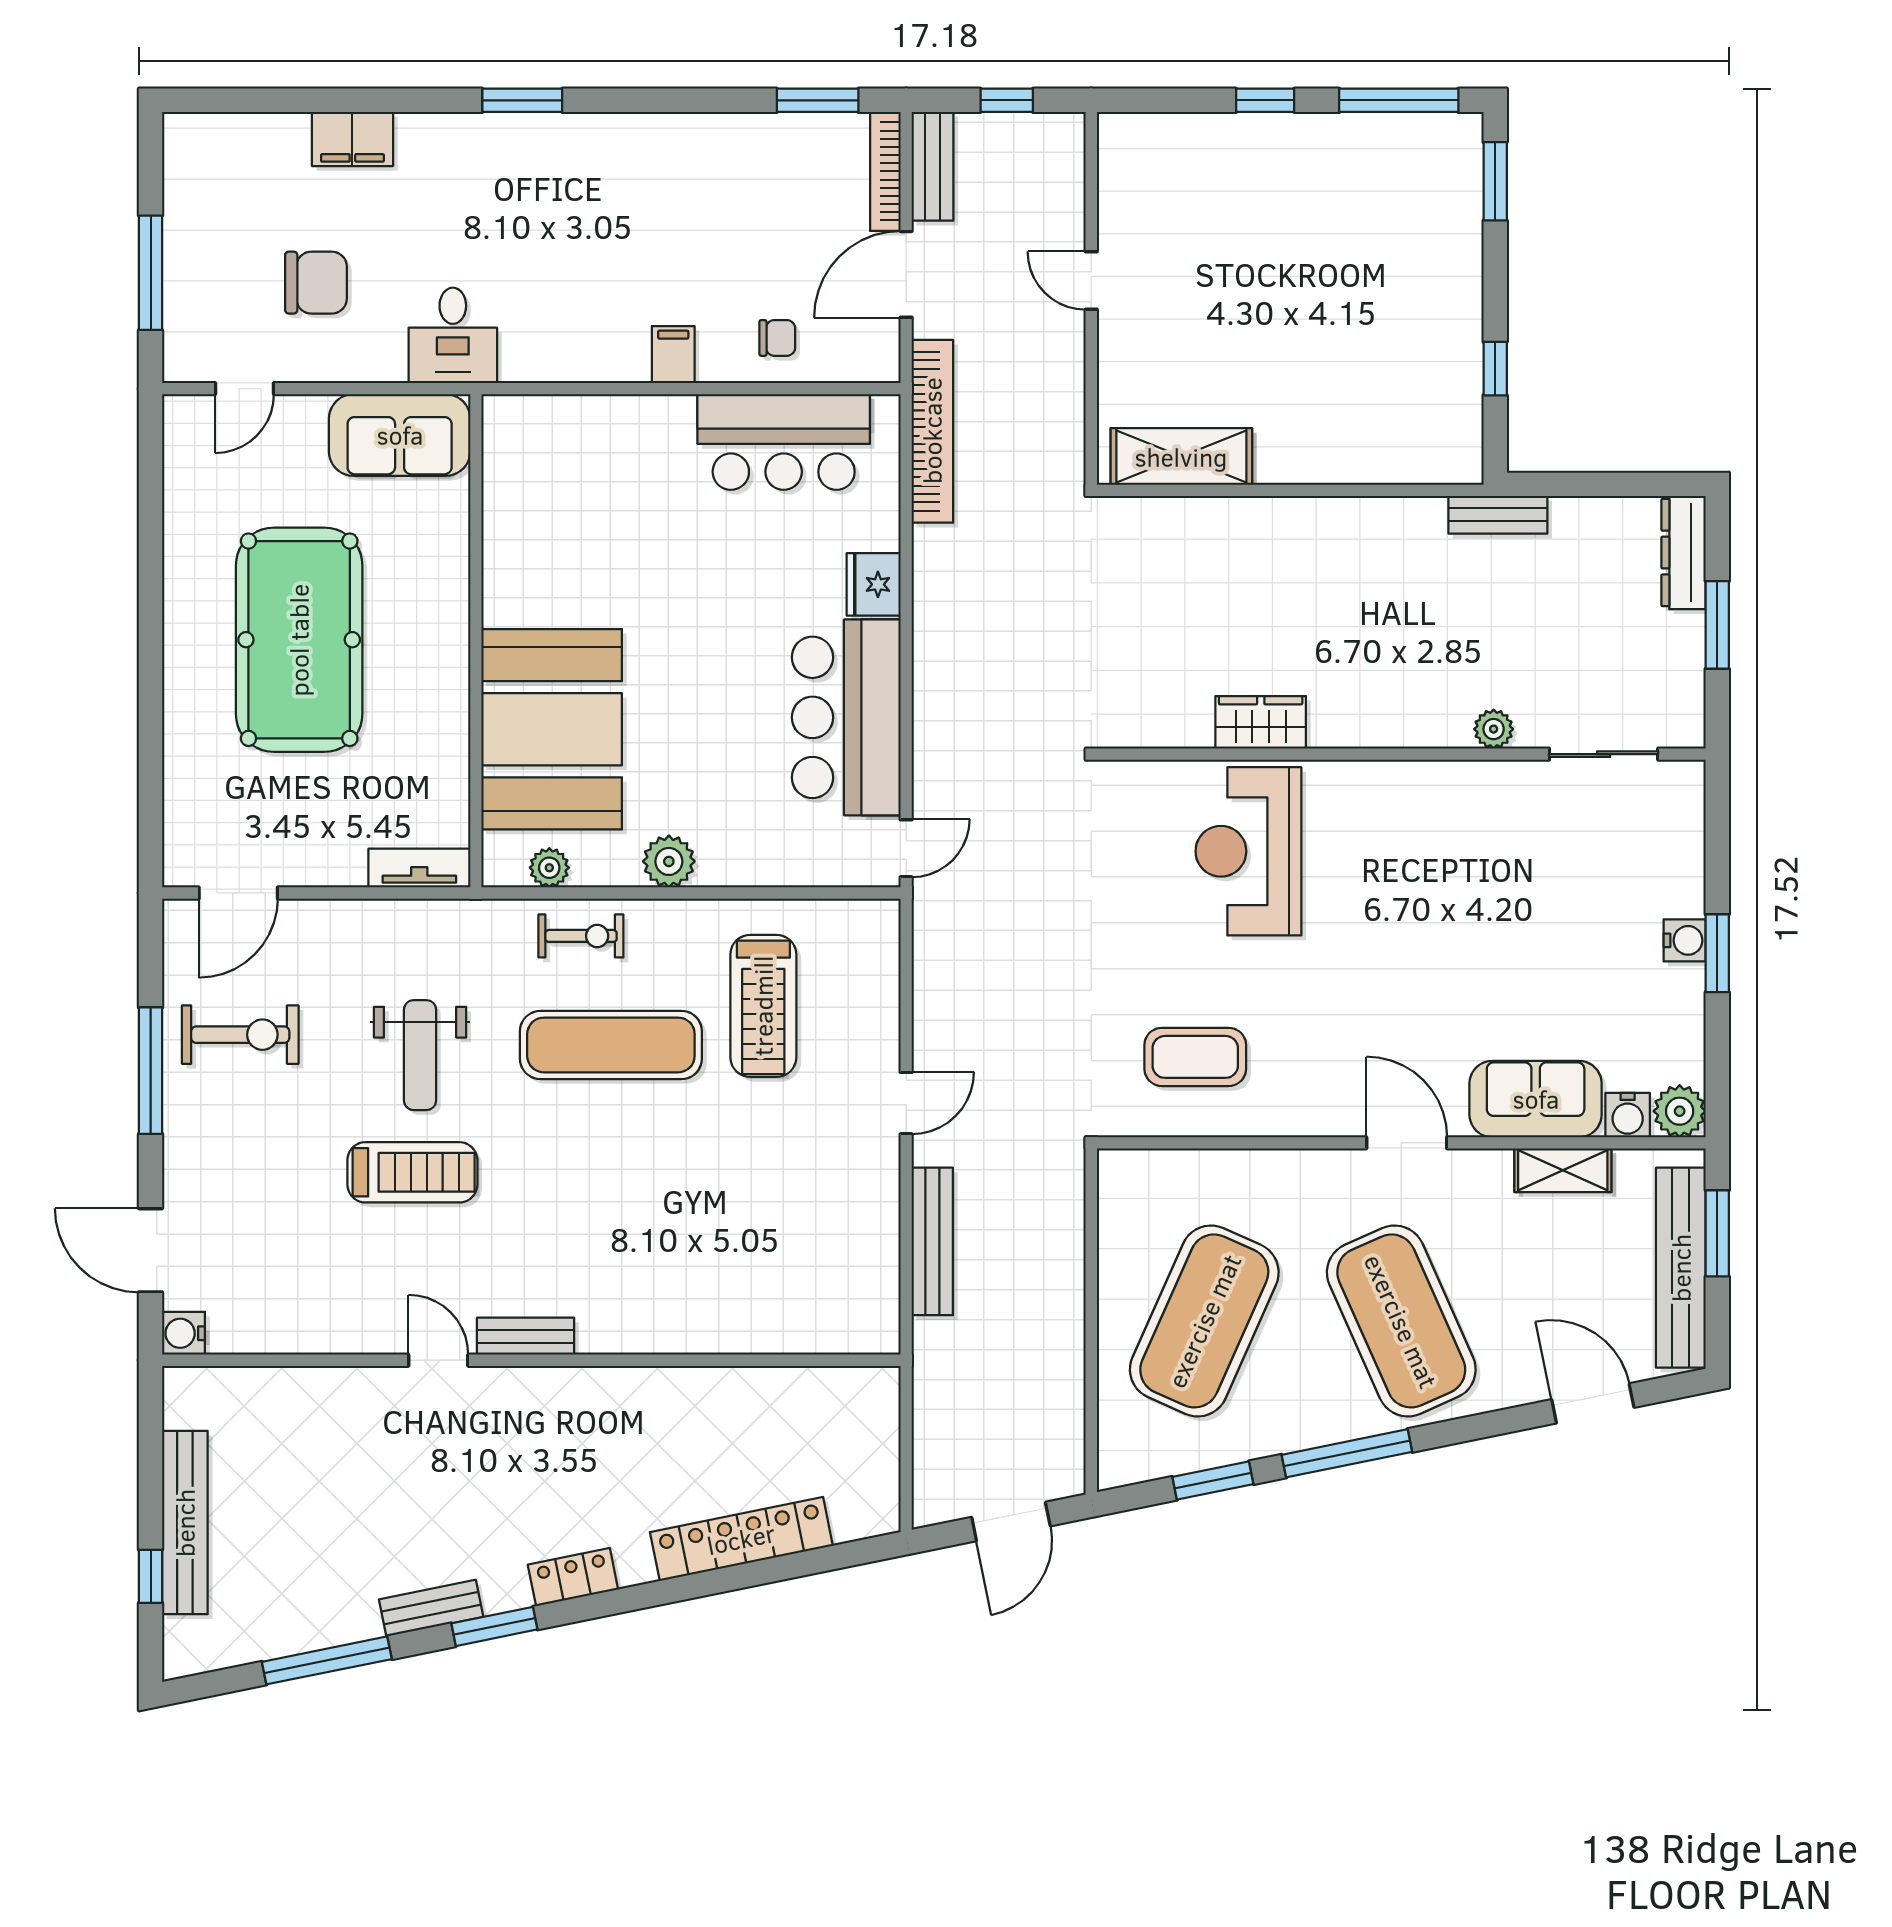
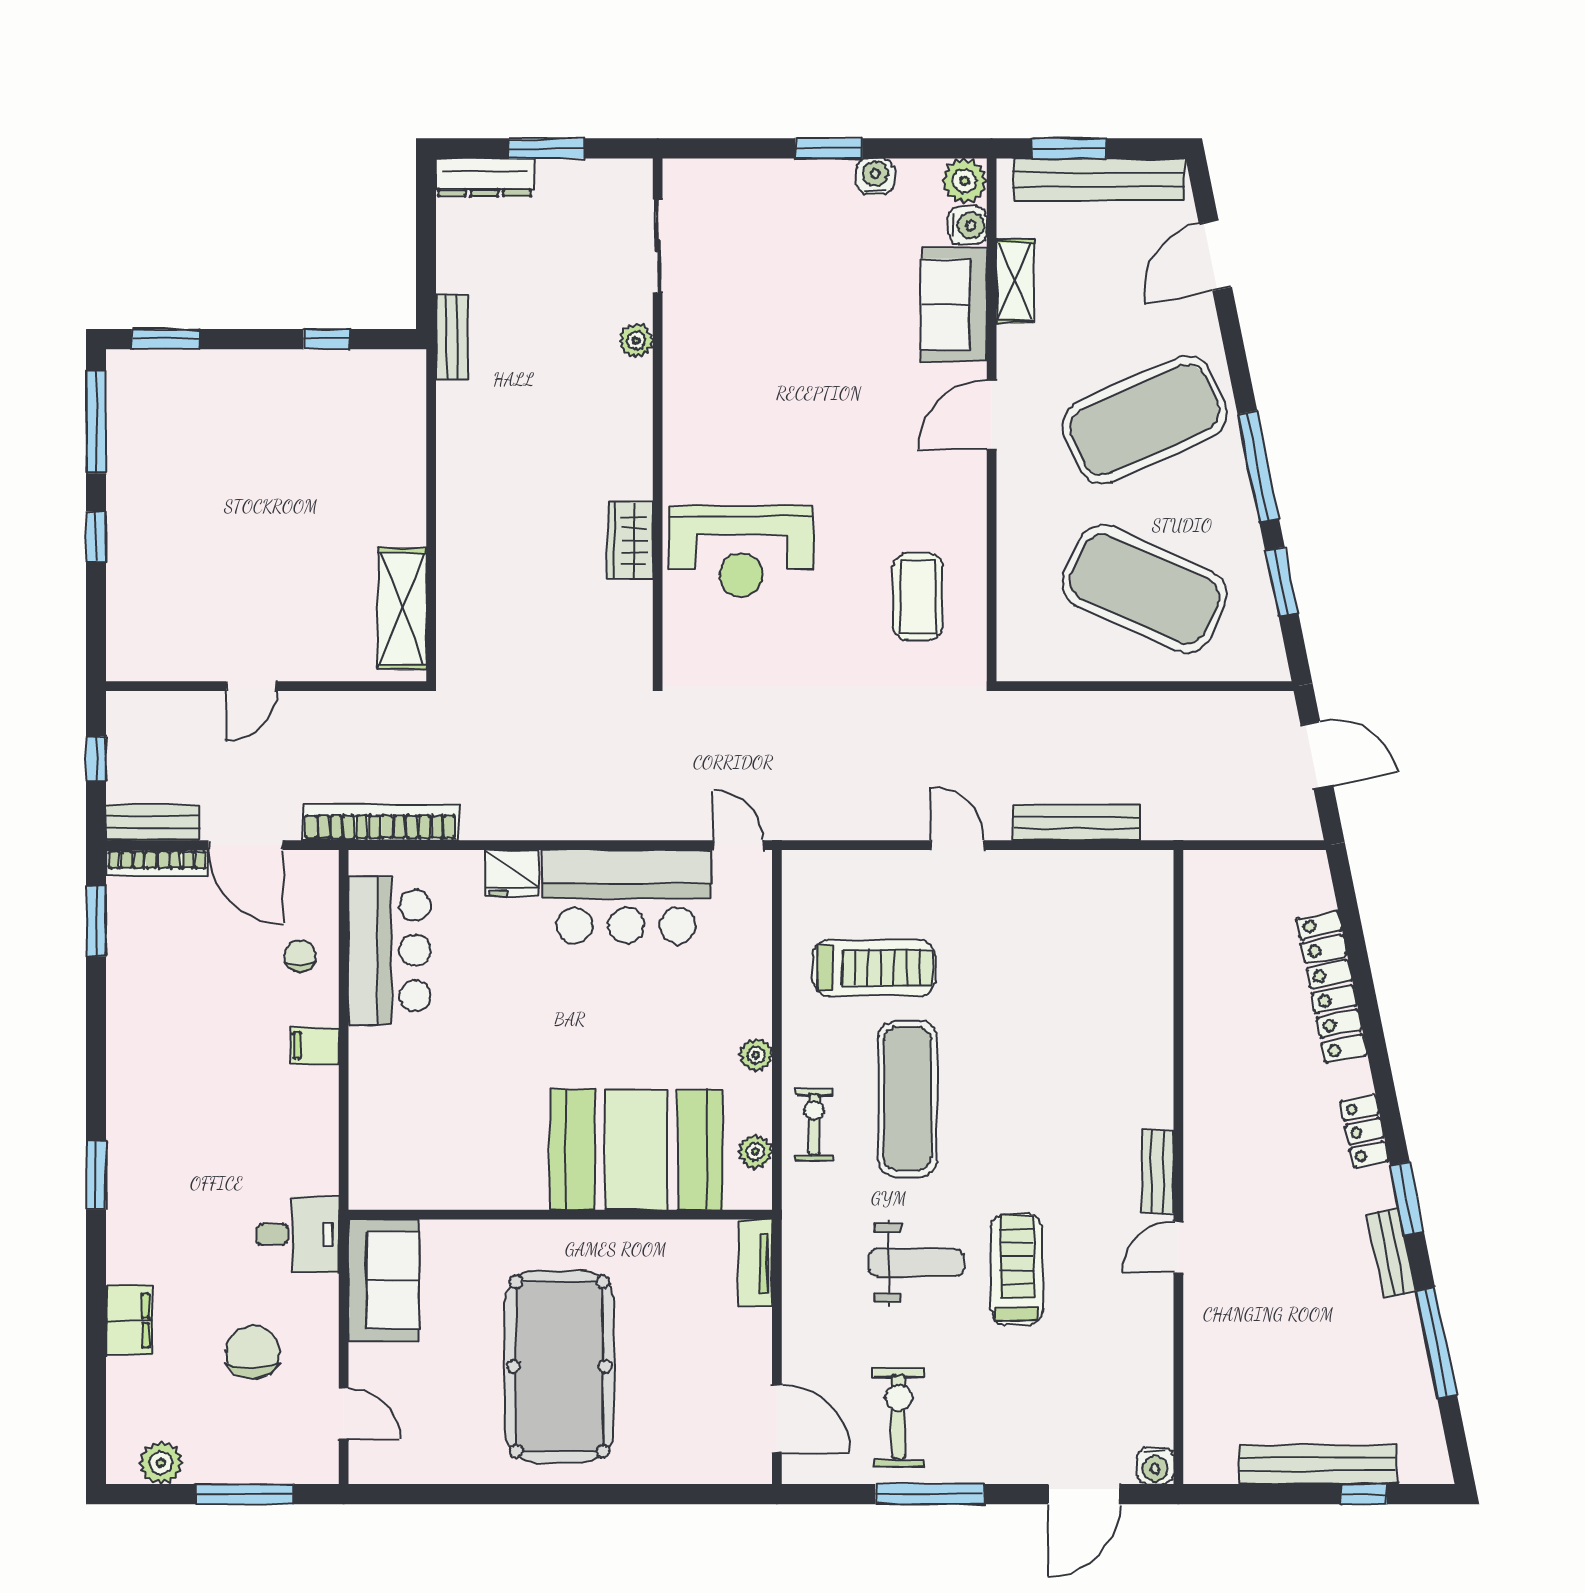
plant: (187, 176) -> (161, 1463), added
pool table: (299, 640) -> (559, 1366), turned 90
plant: (669, 861) -> (756, 1055), width x0.73, depth x0.73
water cooler: (1685, 940) -> (875, 176), moved

